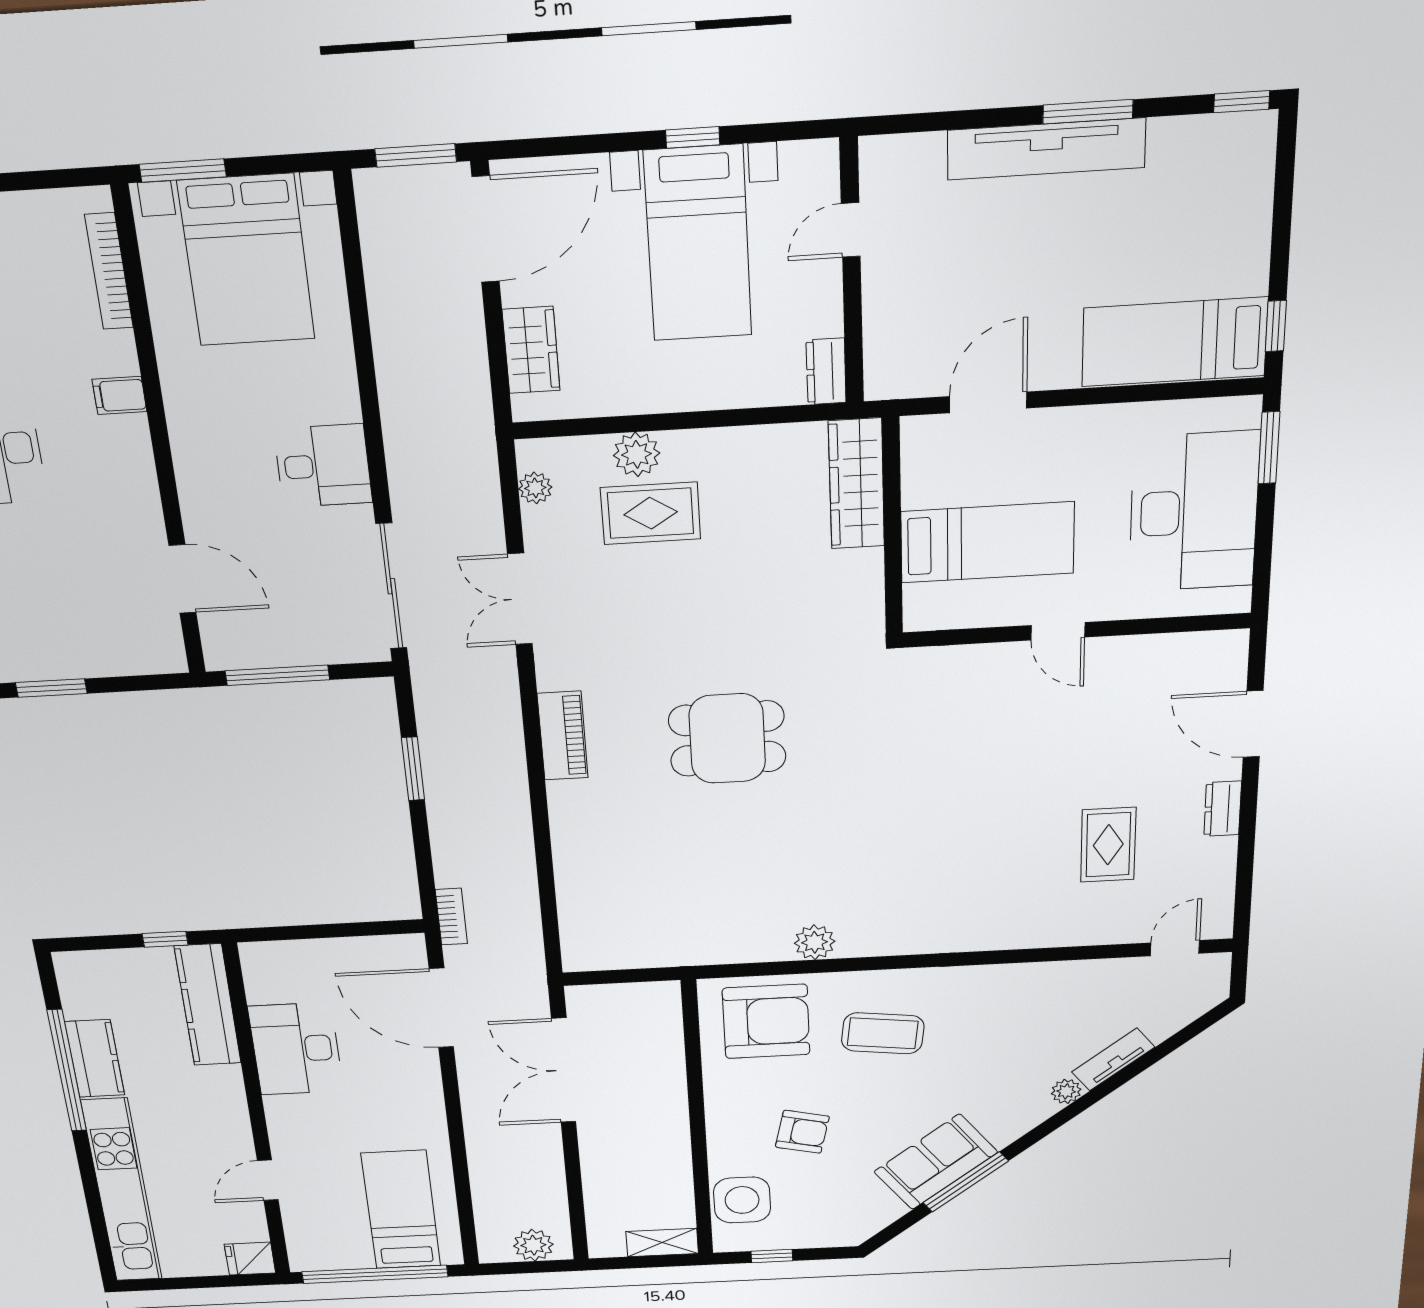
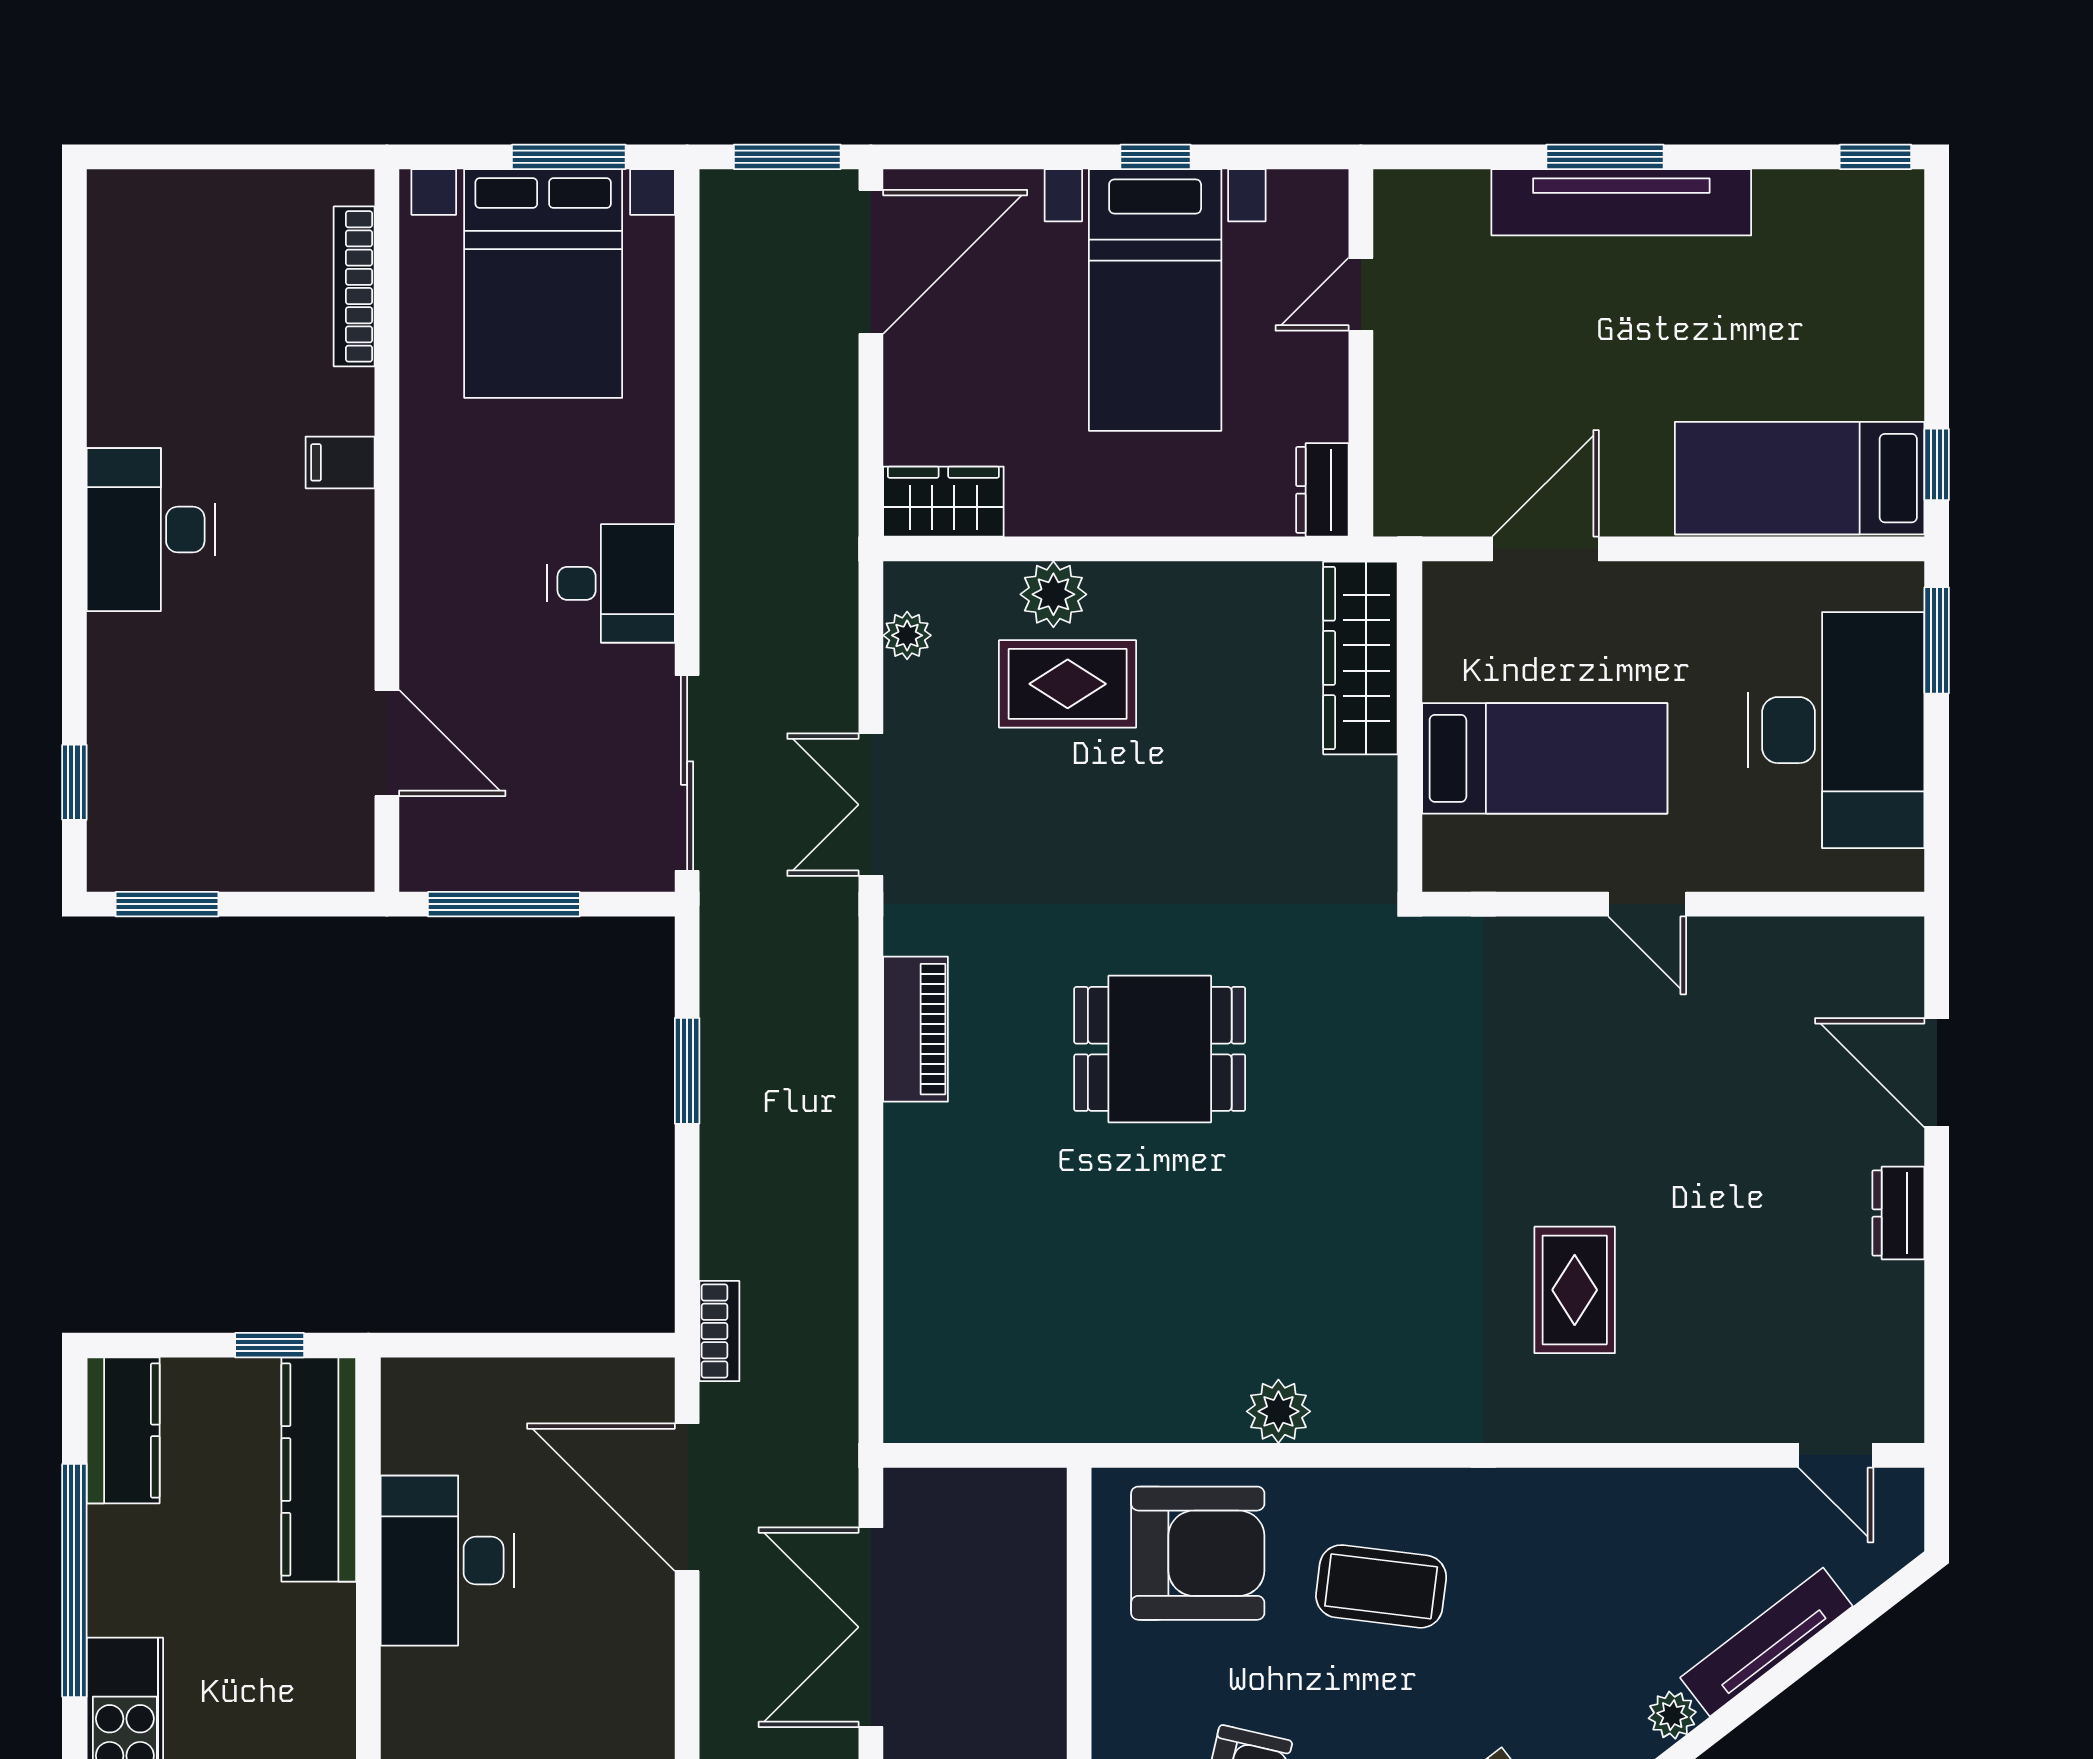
window: (1088, 112) -> (1605, 157), moved
window: (183, 171) -> (569, 157), moved
wardrobe: (531, 350) -> (943, 502), moved, turned -90
rug: (1108, 845) -> (1575, 1290), moved
door: (1175, 948) -> (1836, 1455), swing flipped
kitchen counter: (95, 1058) -> (123, 1430), moved
tv unit: (1113, 1059) -> (1766, 1642), width x1.41

